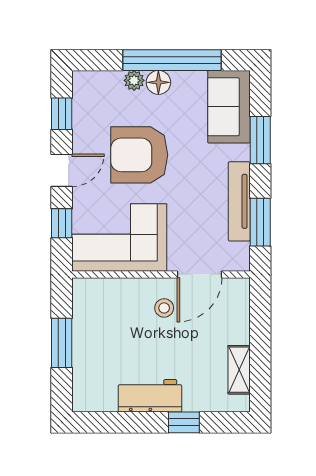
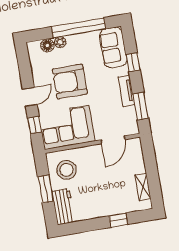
floor lamp: (158, 82) -> (47, 45), moved
window: (62, 114) -> (25, 67), removed
window: (260, 140) -> (133, 62), width x0.67
tv unit: (239, 201) -> (126, 91), width x0.71
stool: (164, 308) -> (66, 170), moved, width x1.89, depth x1.89
workbench: (150, 396) -> (63, 207), moved, turned 90

